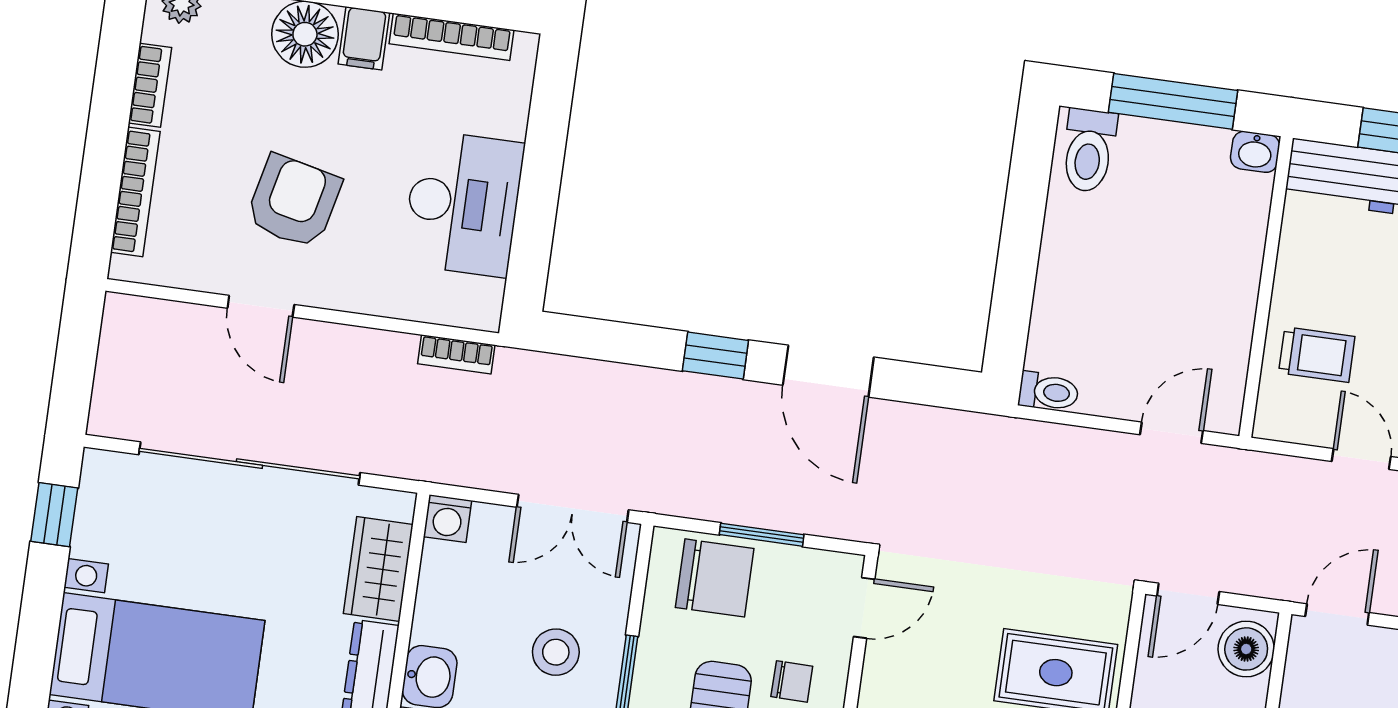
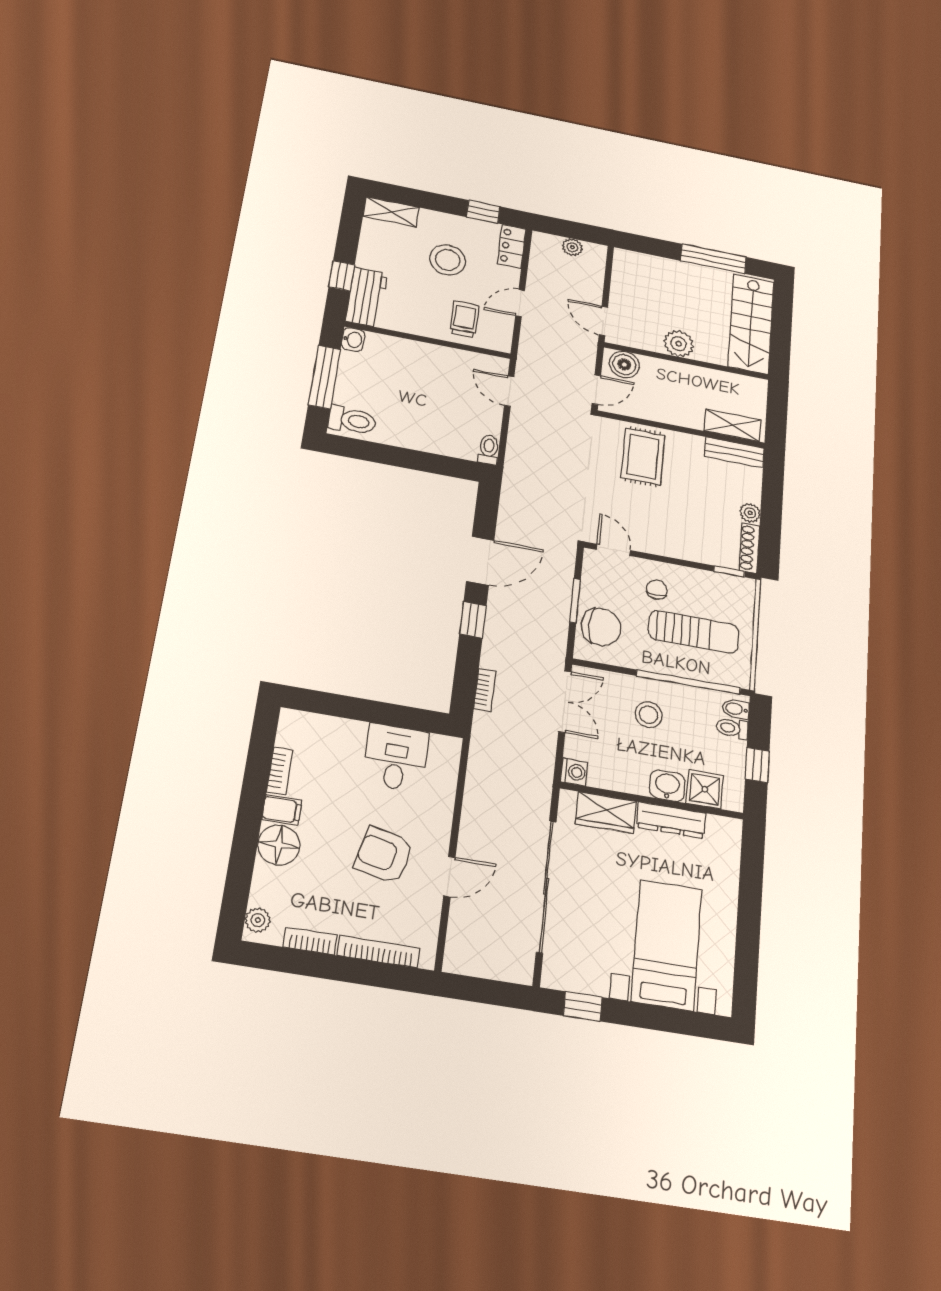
bookcase: (452, 37) -> (280, 771), width x0.64
desk: (463, 204) -> (396, 758), width x0.73
bookcase: (456, 354) -> (485, 690), moved
chair: (715, 578) -> (601, 627), turned 90
door: (1188, 594) -> (596, 390), hinge flipped

